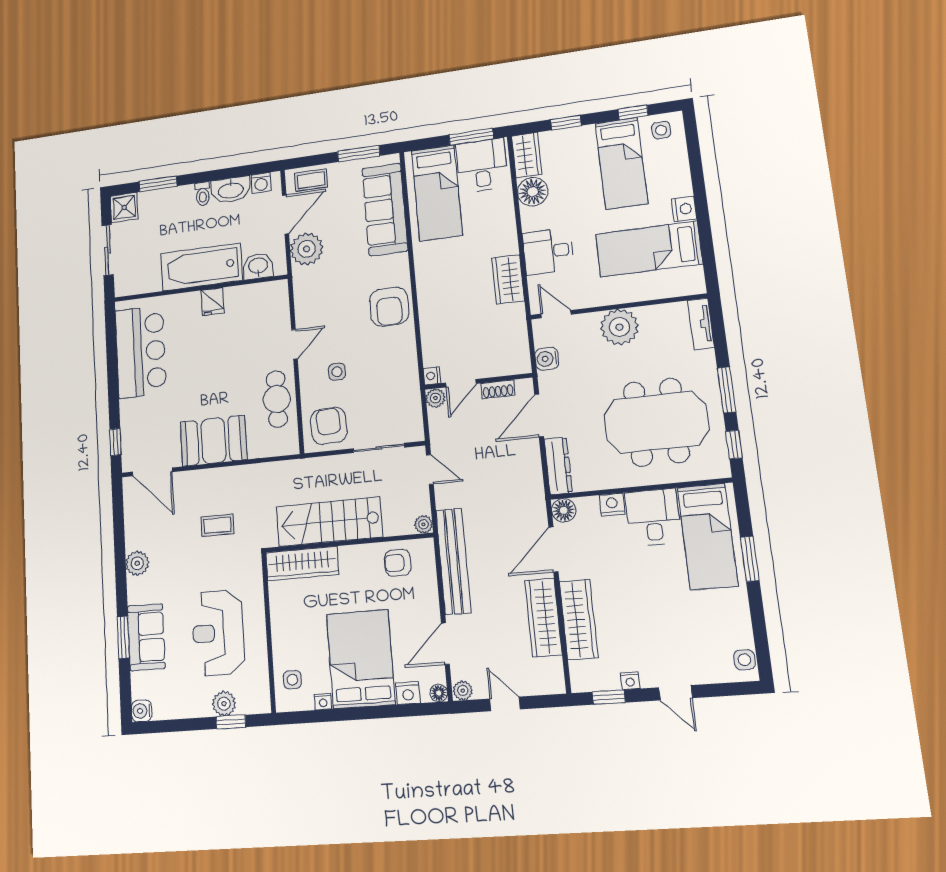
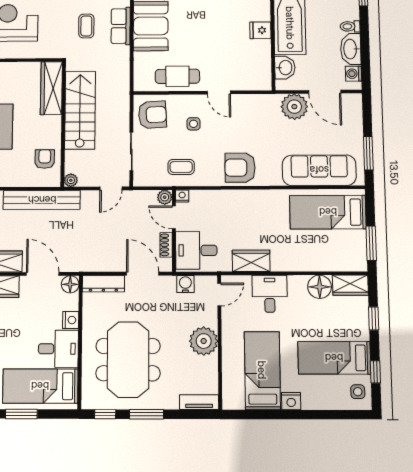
desk: (482, 165) -> (196, 250), moved, turned 180
coffee table: (311, 180) -> (181, 167), moved, turned 90
row of seats: (215, 480) -> (121, 26), added

